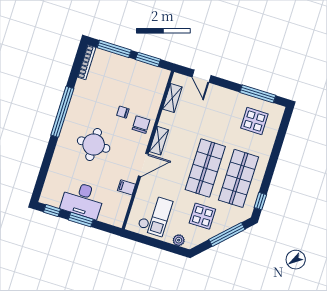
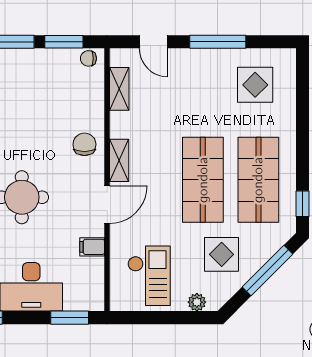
window: (258, 94) -> (218, 42), moved
chair: (123, 112) -> (88, 58), moved
window: (81, 220) -> (70, 318), moved

